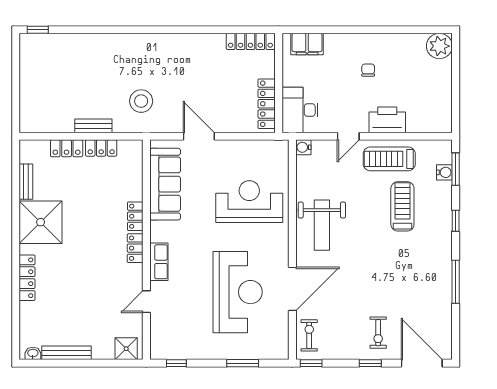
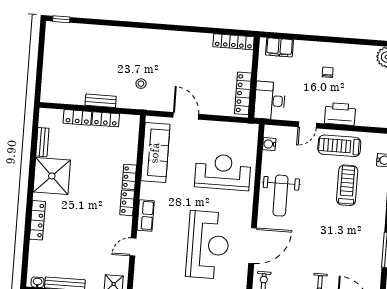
stool: (141, 101) -> (141, 84), width x0.53, depth x0.53
water cooler: (303, 147) -> (269, 144), moved

